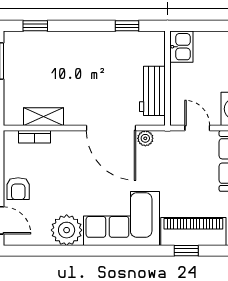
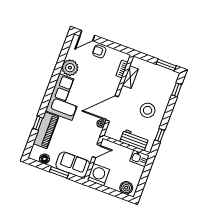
stool: (91, 64) -> (148, 110), added
workbench: (152, 91) -> (134, 140), moved

